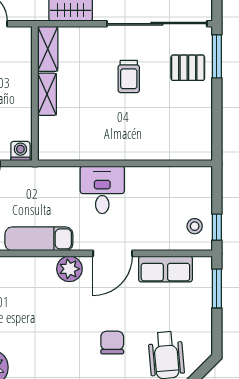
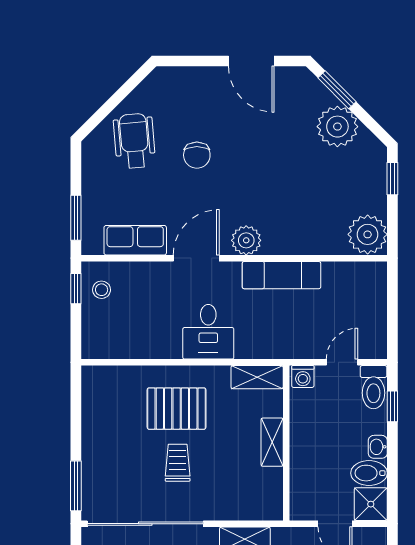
shelving: (48, 49) -> (257, 377), moved, turned 90
pallet: (188, 68) -> (177, 409), moved, width x1.50, depth x1.42

